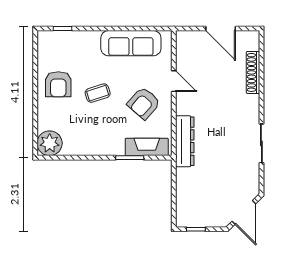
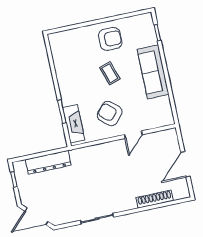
sofa: (131, 43) -> (153, 72), moved
armchair: (58, 84) -> (110, 39), turned 180
dresser: (185, 141) -> (48, 162), moved
plant: (50, 143) -> (60, 42), removed

